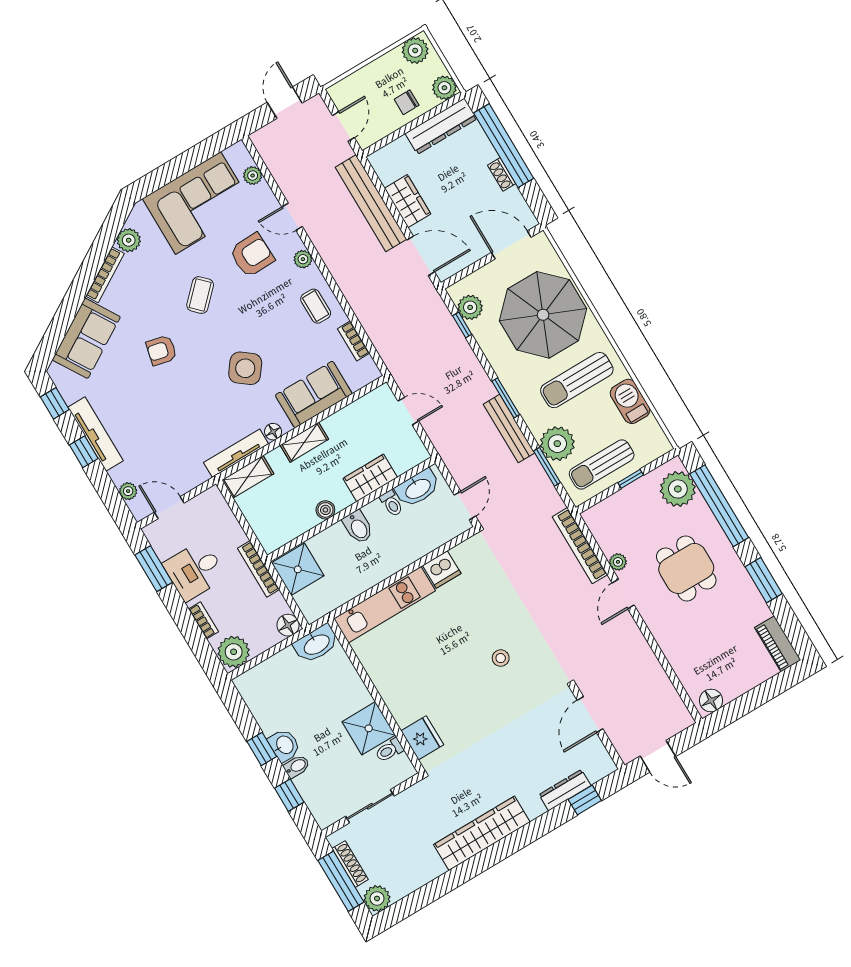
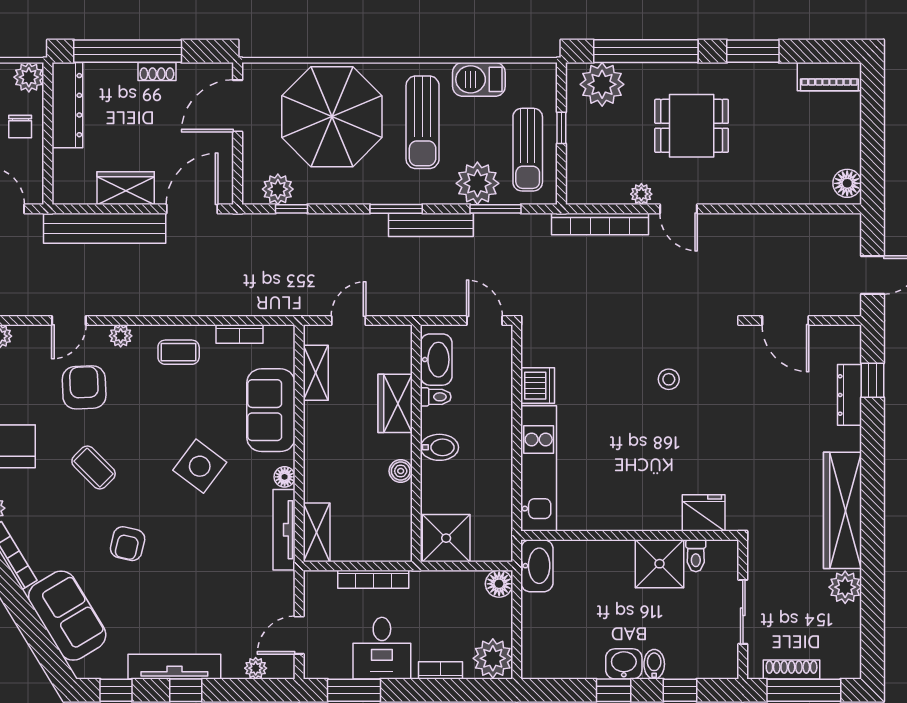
shelving: (304, 442) -> (316, 373), moved
bookcase: (259, 569) -> (373, 579), moved
plant: (377, 898) -> (845, 587), moved

